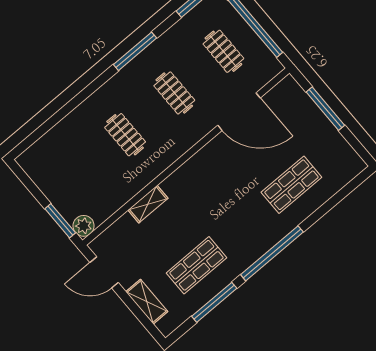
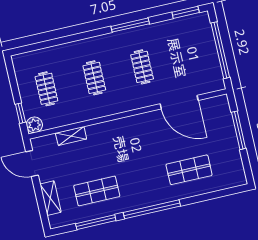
clothes rail: (223, 51) -> (46, 89), moved
shelving: (148, 204) -> (71, 136), moved
window: (60, 221) -> (20, 113), width x0.67

